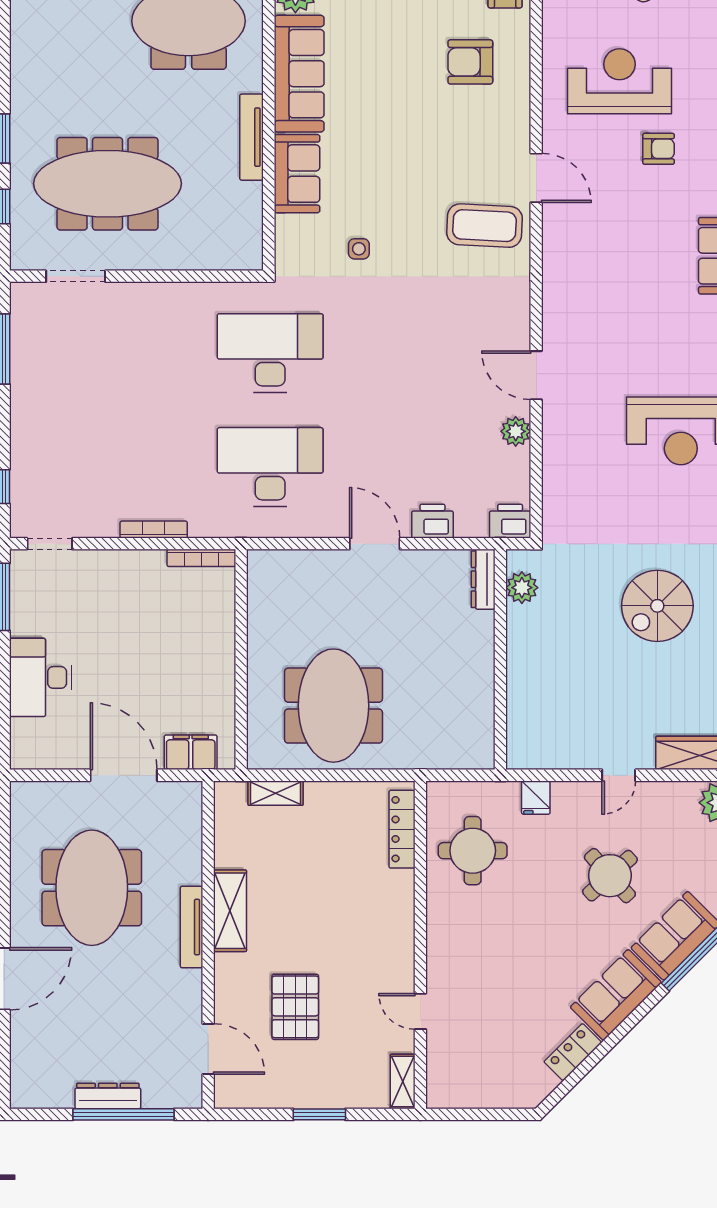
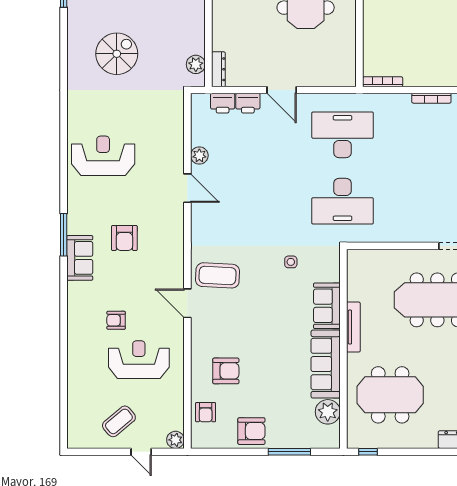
reception desk: (619, 81) -> (139, 360), turned 180
armchair: (644, 290) -> (124, 238), added
desk: (270, 467) -> (343, 135), turned 180
printer: (510, 521) -> (223, 103), moved
bookcase: (154, 530) -> (431, 98), moved

